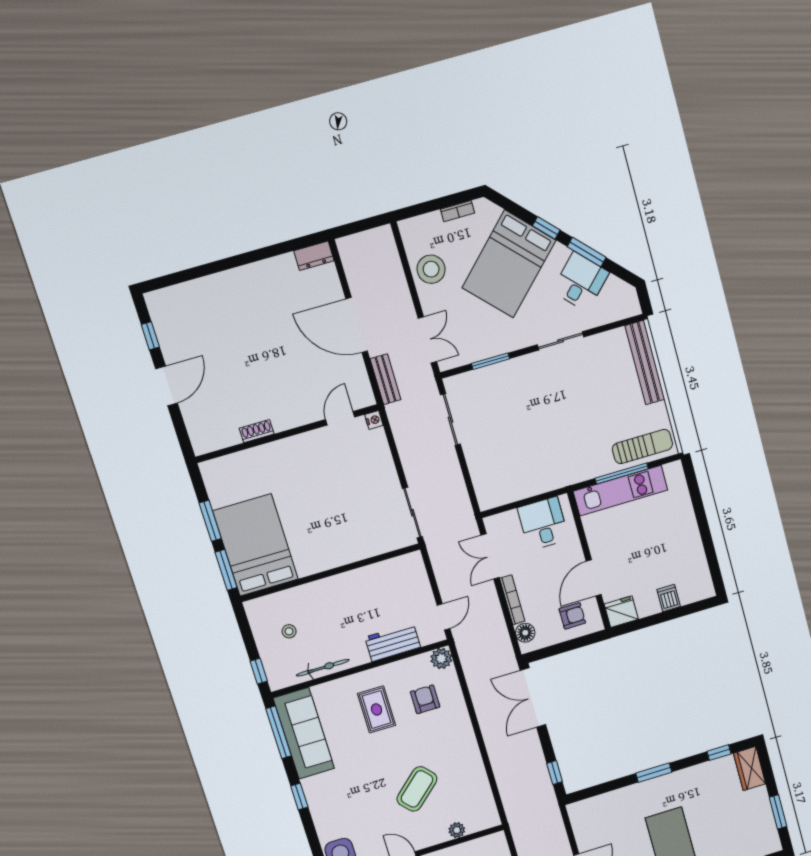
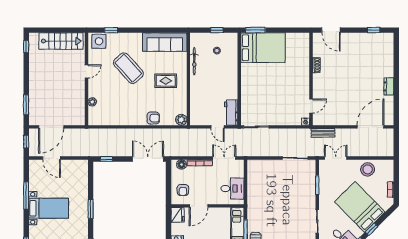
dresser: (314, 256) -> (389, 86), moved
door: (357, 325) -> (371, 127), moved
double door: (427, 340) -> (336, 158), swing flipped
door: (167, 386) -> (331, 30), moved
door: (340, 418) -> (311, 106), hinge flipped
window: (210, 521) -> (281, 30), removed
door: (594, 578) -> (199, 206), swing flipped
door: (443, 617) -> (218, 127), moved
workbench: (393, 642) -> (231, 112), moved, turned 180
window: (259, 671) -> (217, 30), moved
armchair: (425, 699) -> (153, 118), moved
window: (279, 732) -> (169, 30), removed
coffee table: (417, 789) -> (128, 68), moved, width x1.36, depth x1.32
window: (299, 797) -> (111, 30), moved

